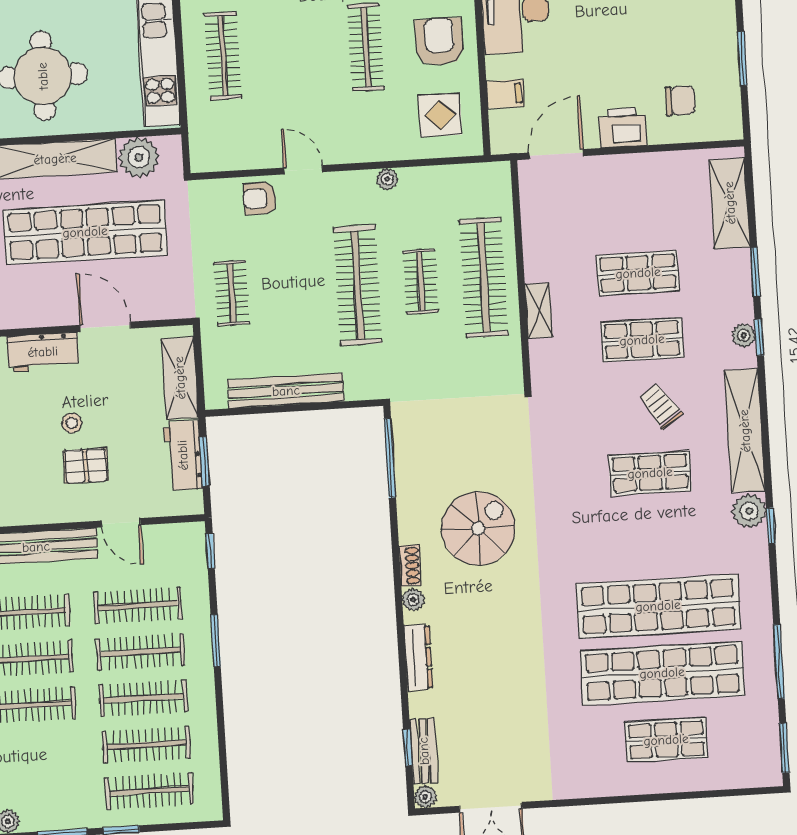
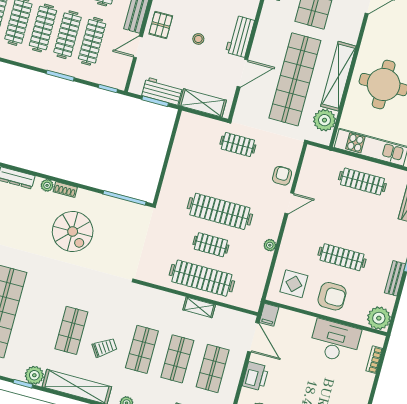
filing cabinet: (505, 94) -> (269, 315), moved
shop shelf: (634, 206) -> (213, 368), added
shelving: (539, 311) -> (199, 307), moved
bench: (286, 391) -> (178, 156), removed
pallet: (86, 466) -> (161, 25), moved

